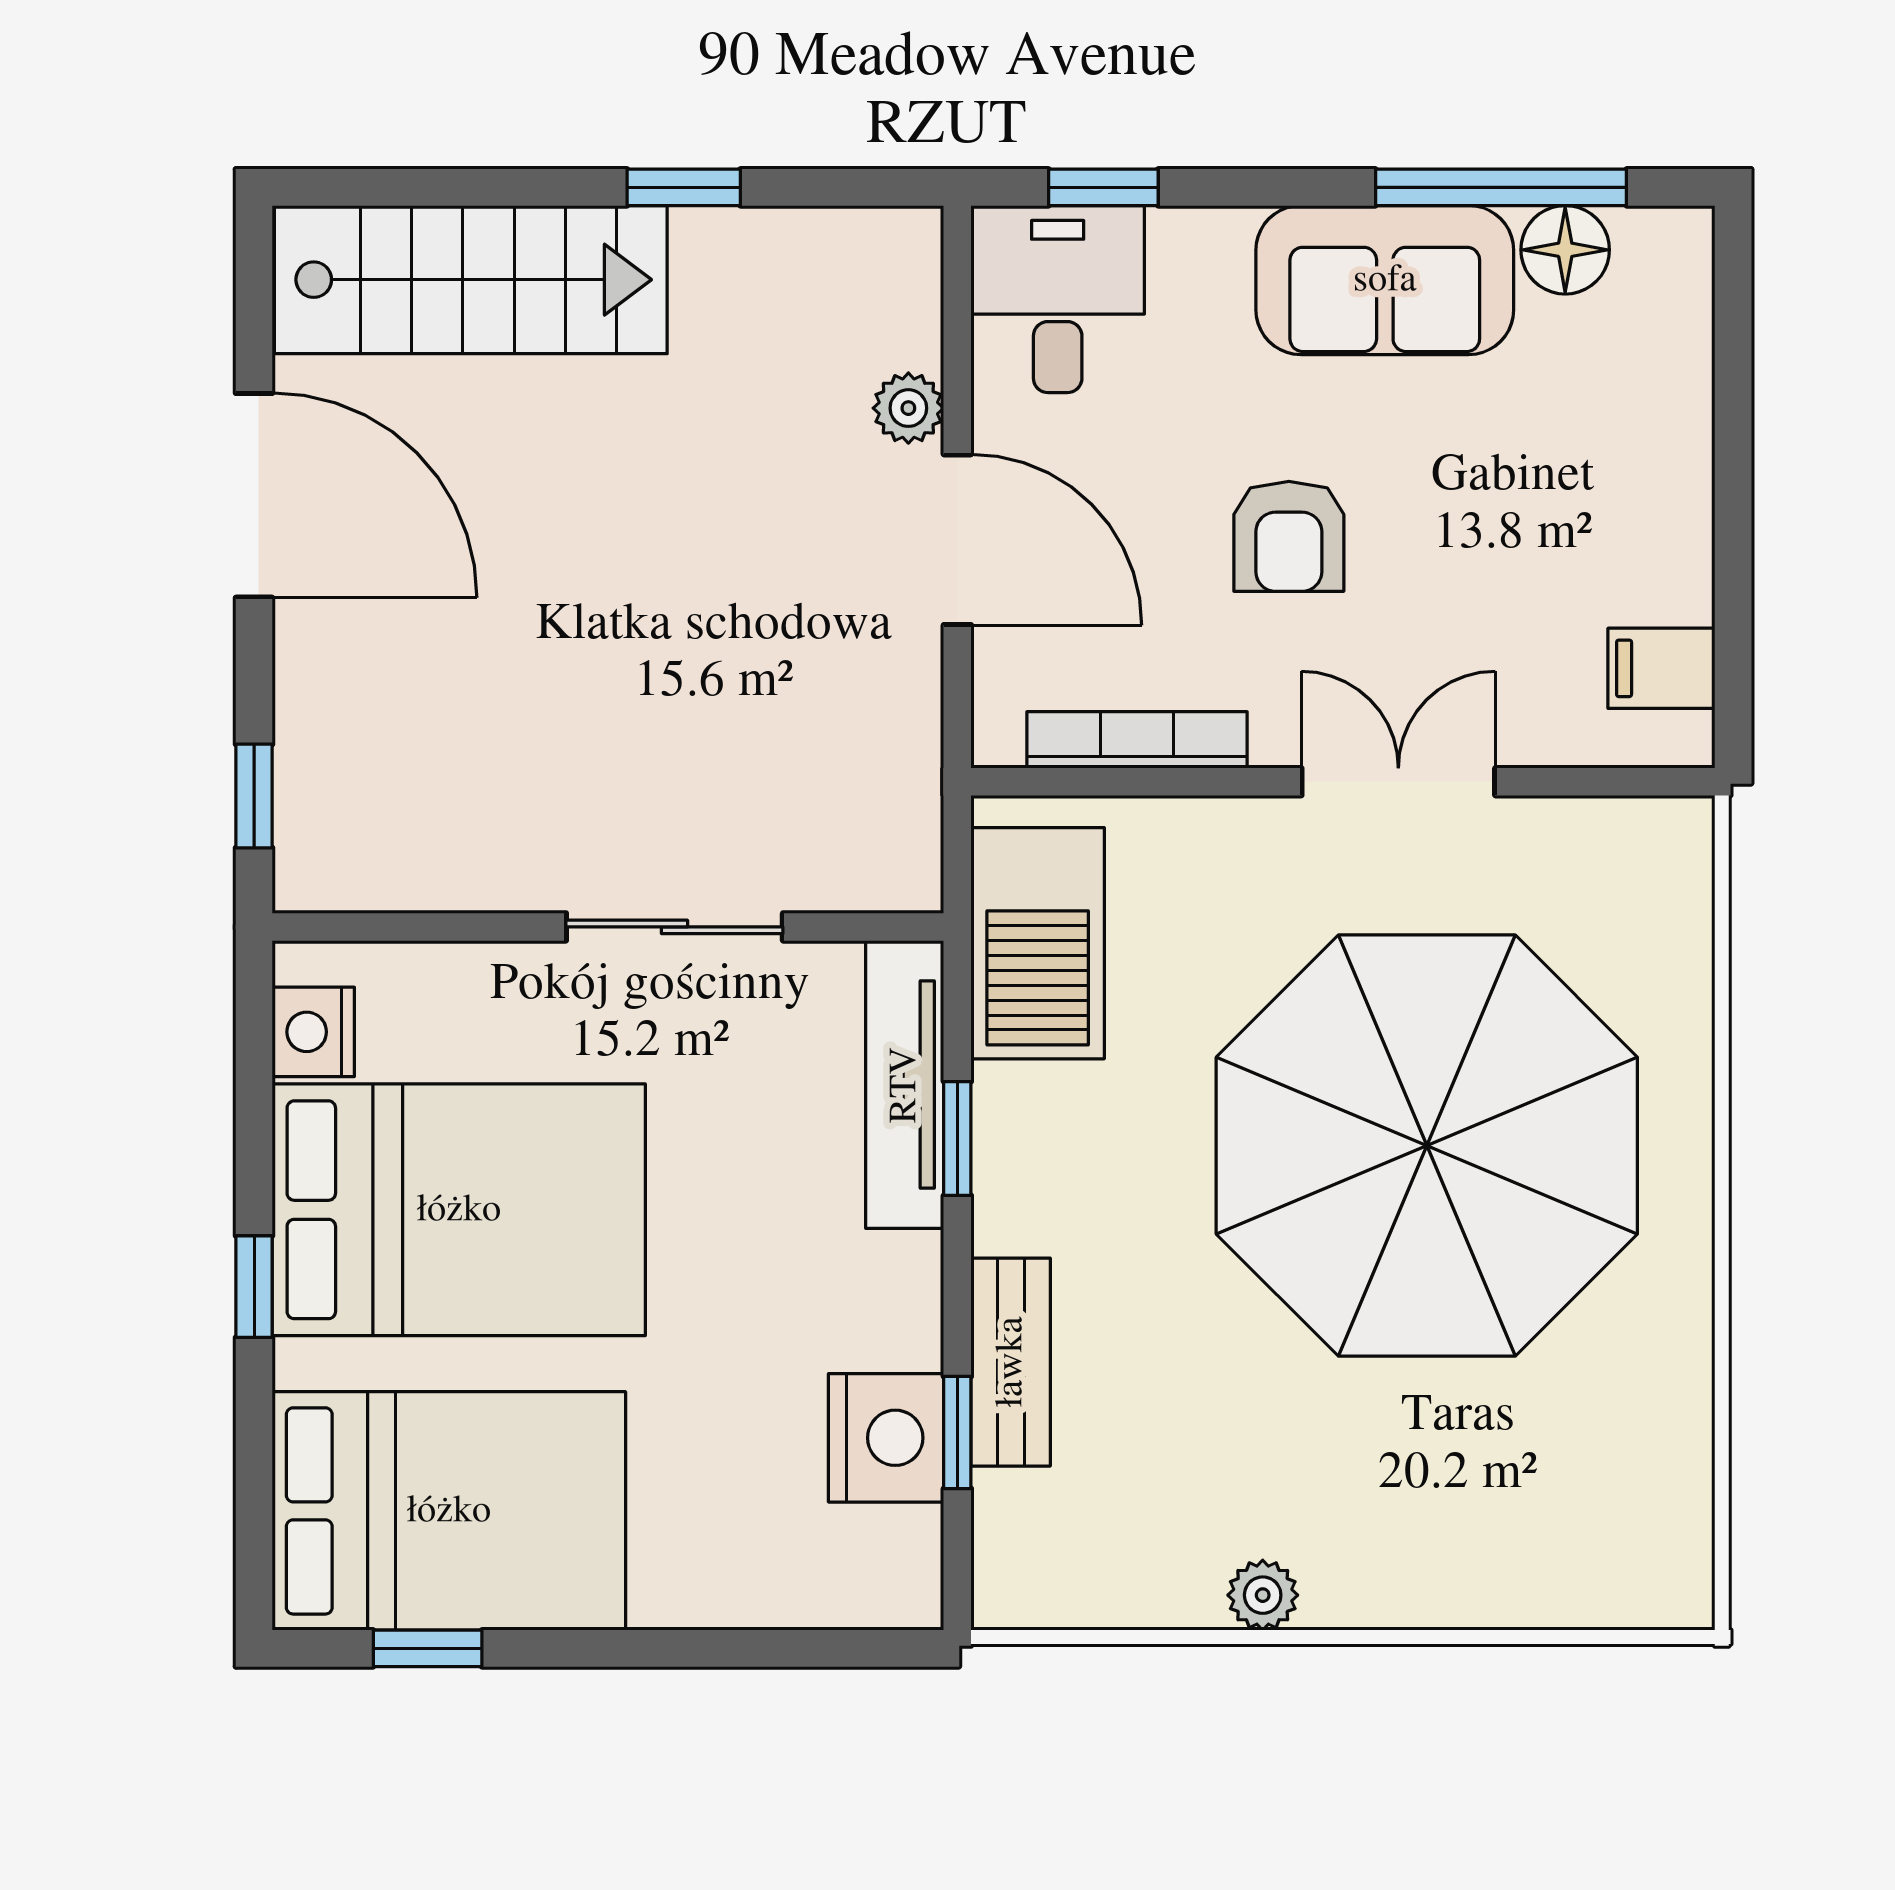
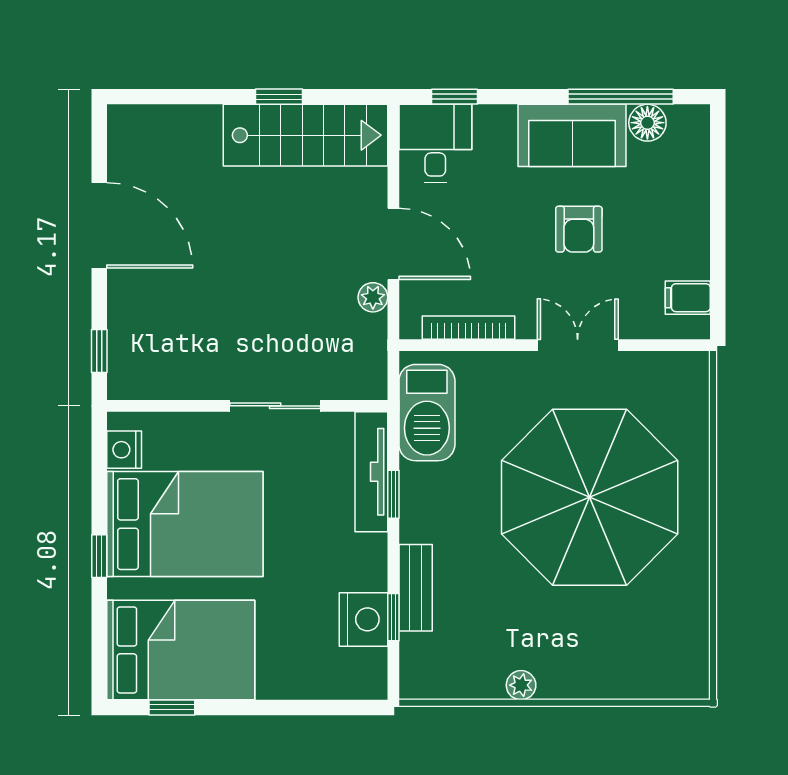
stairs: (471, 280) -> (306, 135), moved
plant: (908, 408) -> (373, 297), moved
armchair: (1289, 536) -> (579, 229), moved

